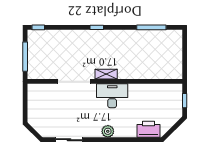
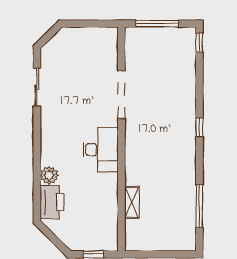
shelving: (106, 74) -> (132, 202), moved
plant: (108, 131) -> (49, 175), moved

